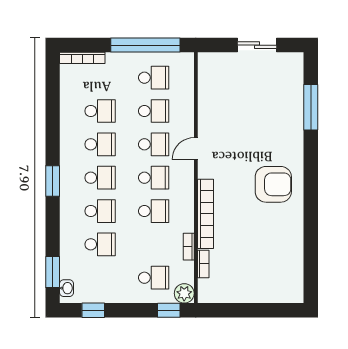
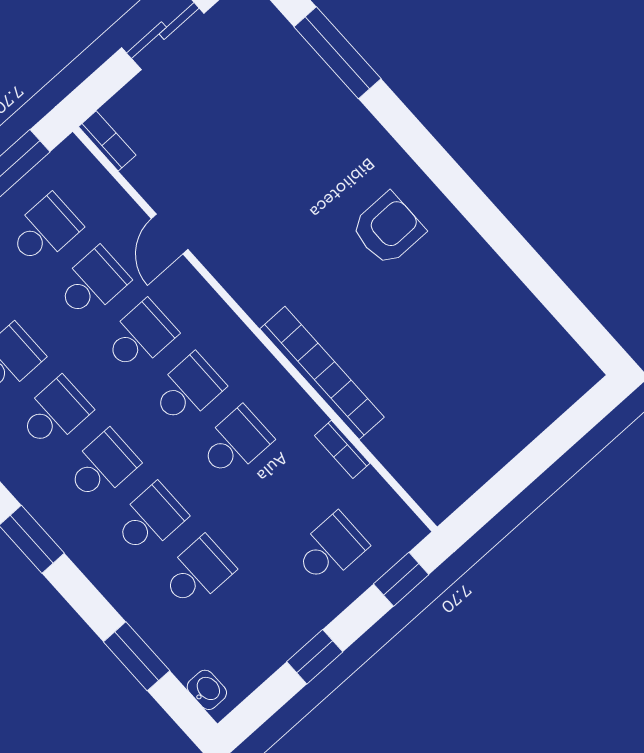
door: (196, 149) -> (170, 234), moved
armchair: (273, 184) -> (388, 229), width x0.73, depth x0.73
bookcase: (203, 264) -> (107, 141), moved
window: (53, 272) -> (137, 656), moved
plant: (184, 293) -> (402, 530), removed
window: (93, 310) -> (315, 657), moved

